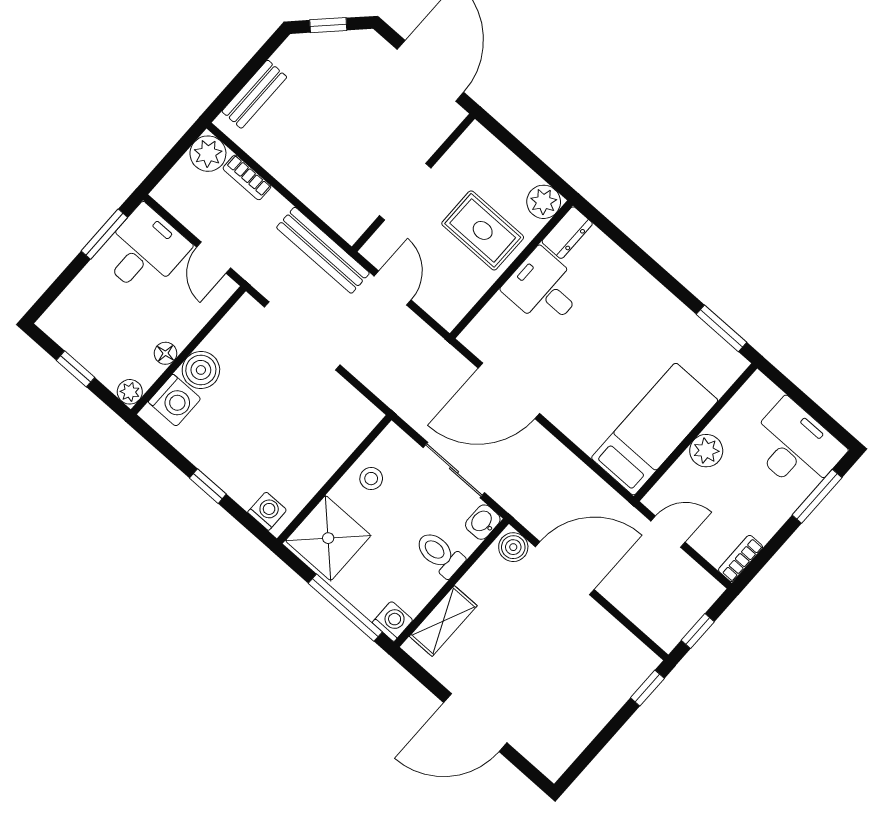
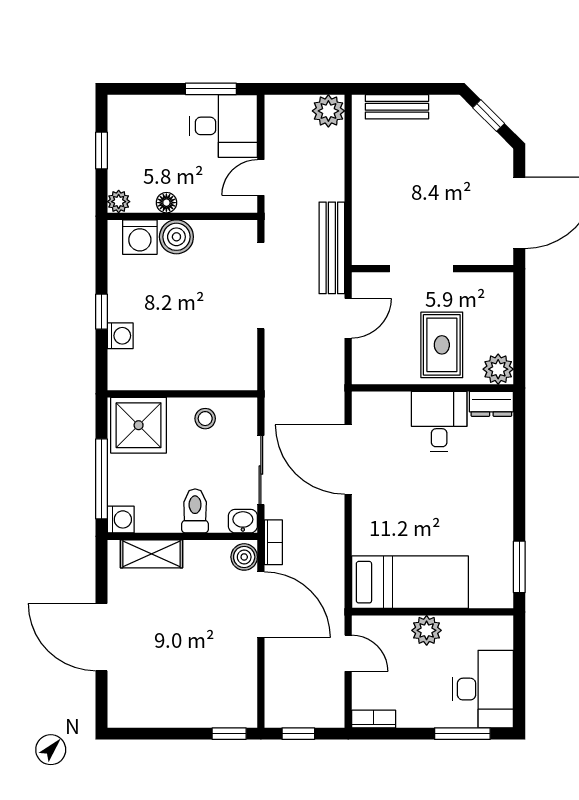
bookcase: (247, 177) -> (273, 542), moved, turned 180
washing machine: (267, 511) -> (120, 336), moved

